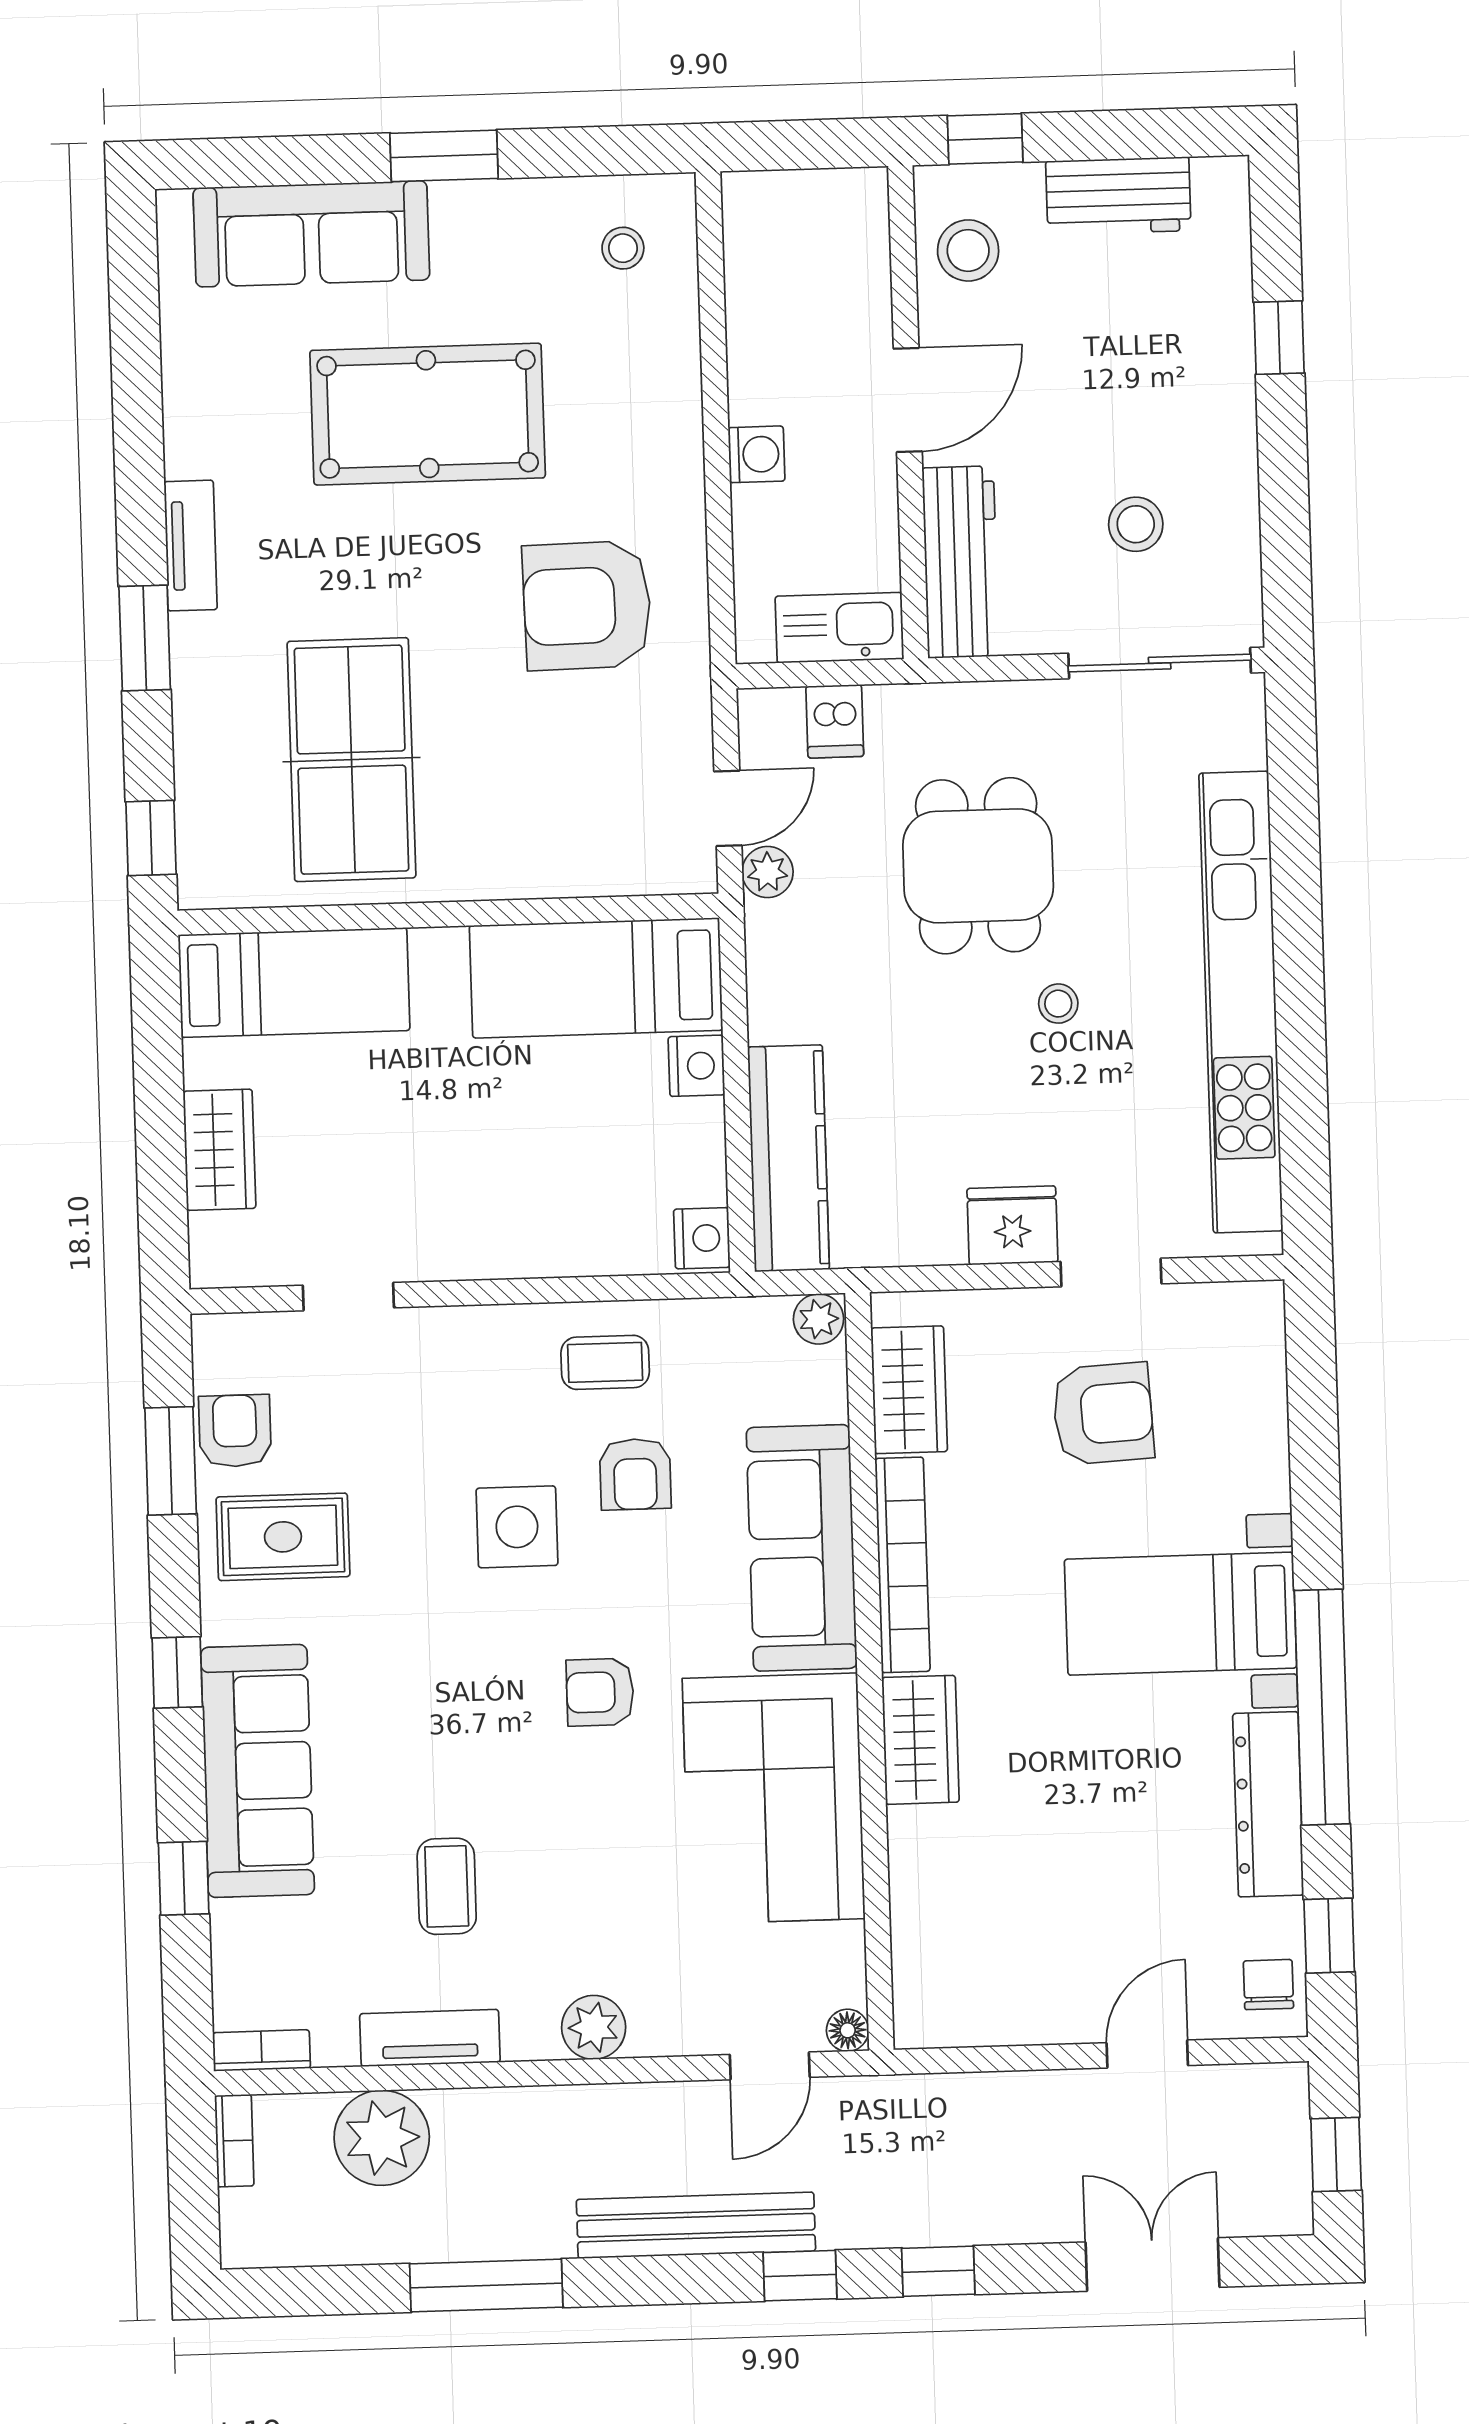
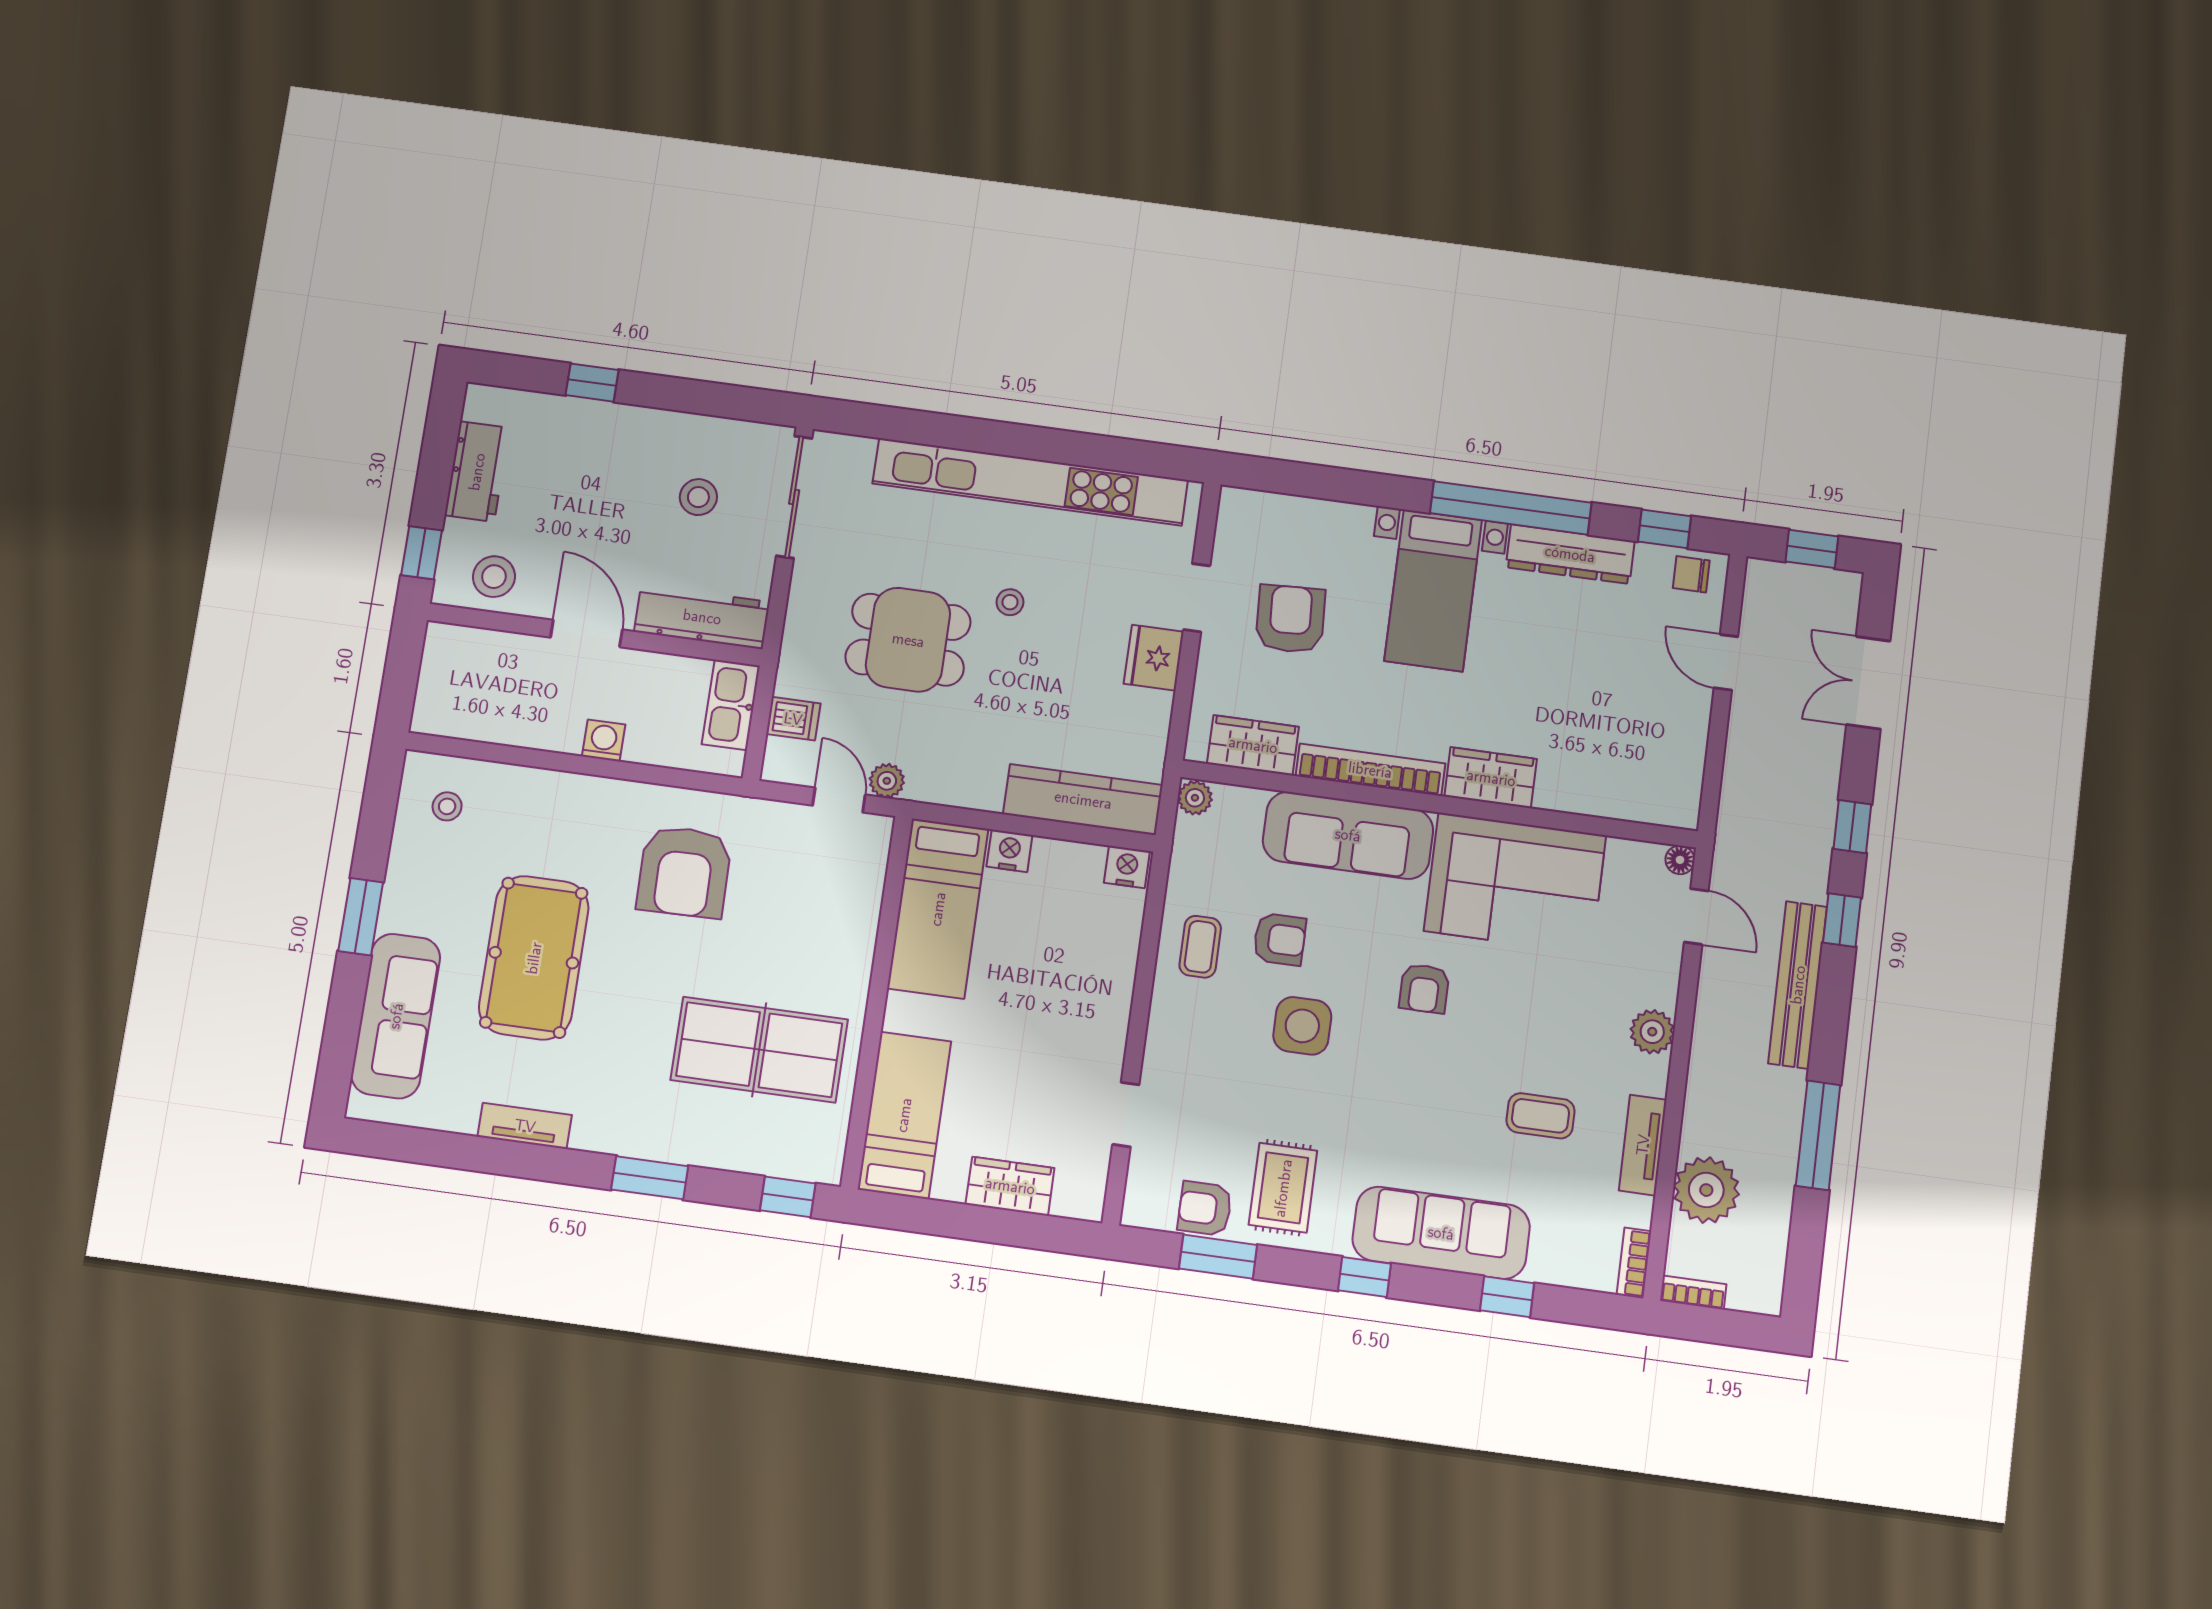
tv unit: (191, 546) -> (525, 1126), moved

